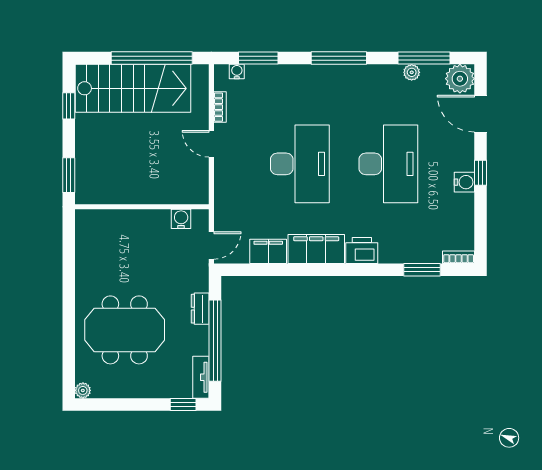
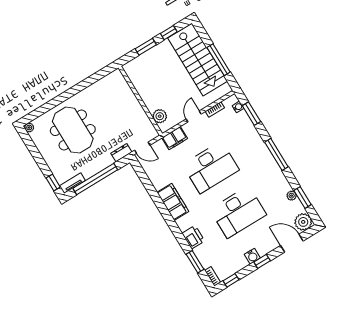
window: (152, 58) -> (219, 60), width x0.68
window: (424, 58) -> (303, 197), width x0.69
door: (481, 114) -> (292, 243), hinge flipped
window: (69, 175) -> (146, 47), moved
plant: (181, 193) -> (160, 116), added
water cooler: (181, 219) -> (146, 124), removed
window: (481, 234) -> (231, 280), added
printer: (362, 250) -> (193, 237), moved
filing cabinet: (268, 251) -> (175, 138), moved, turned 90
dresser: (200, 309) -> (121, 153), moved

